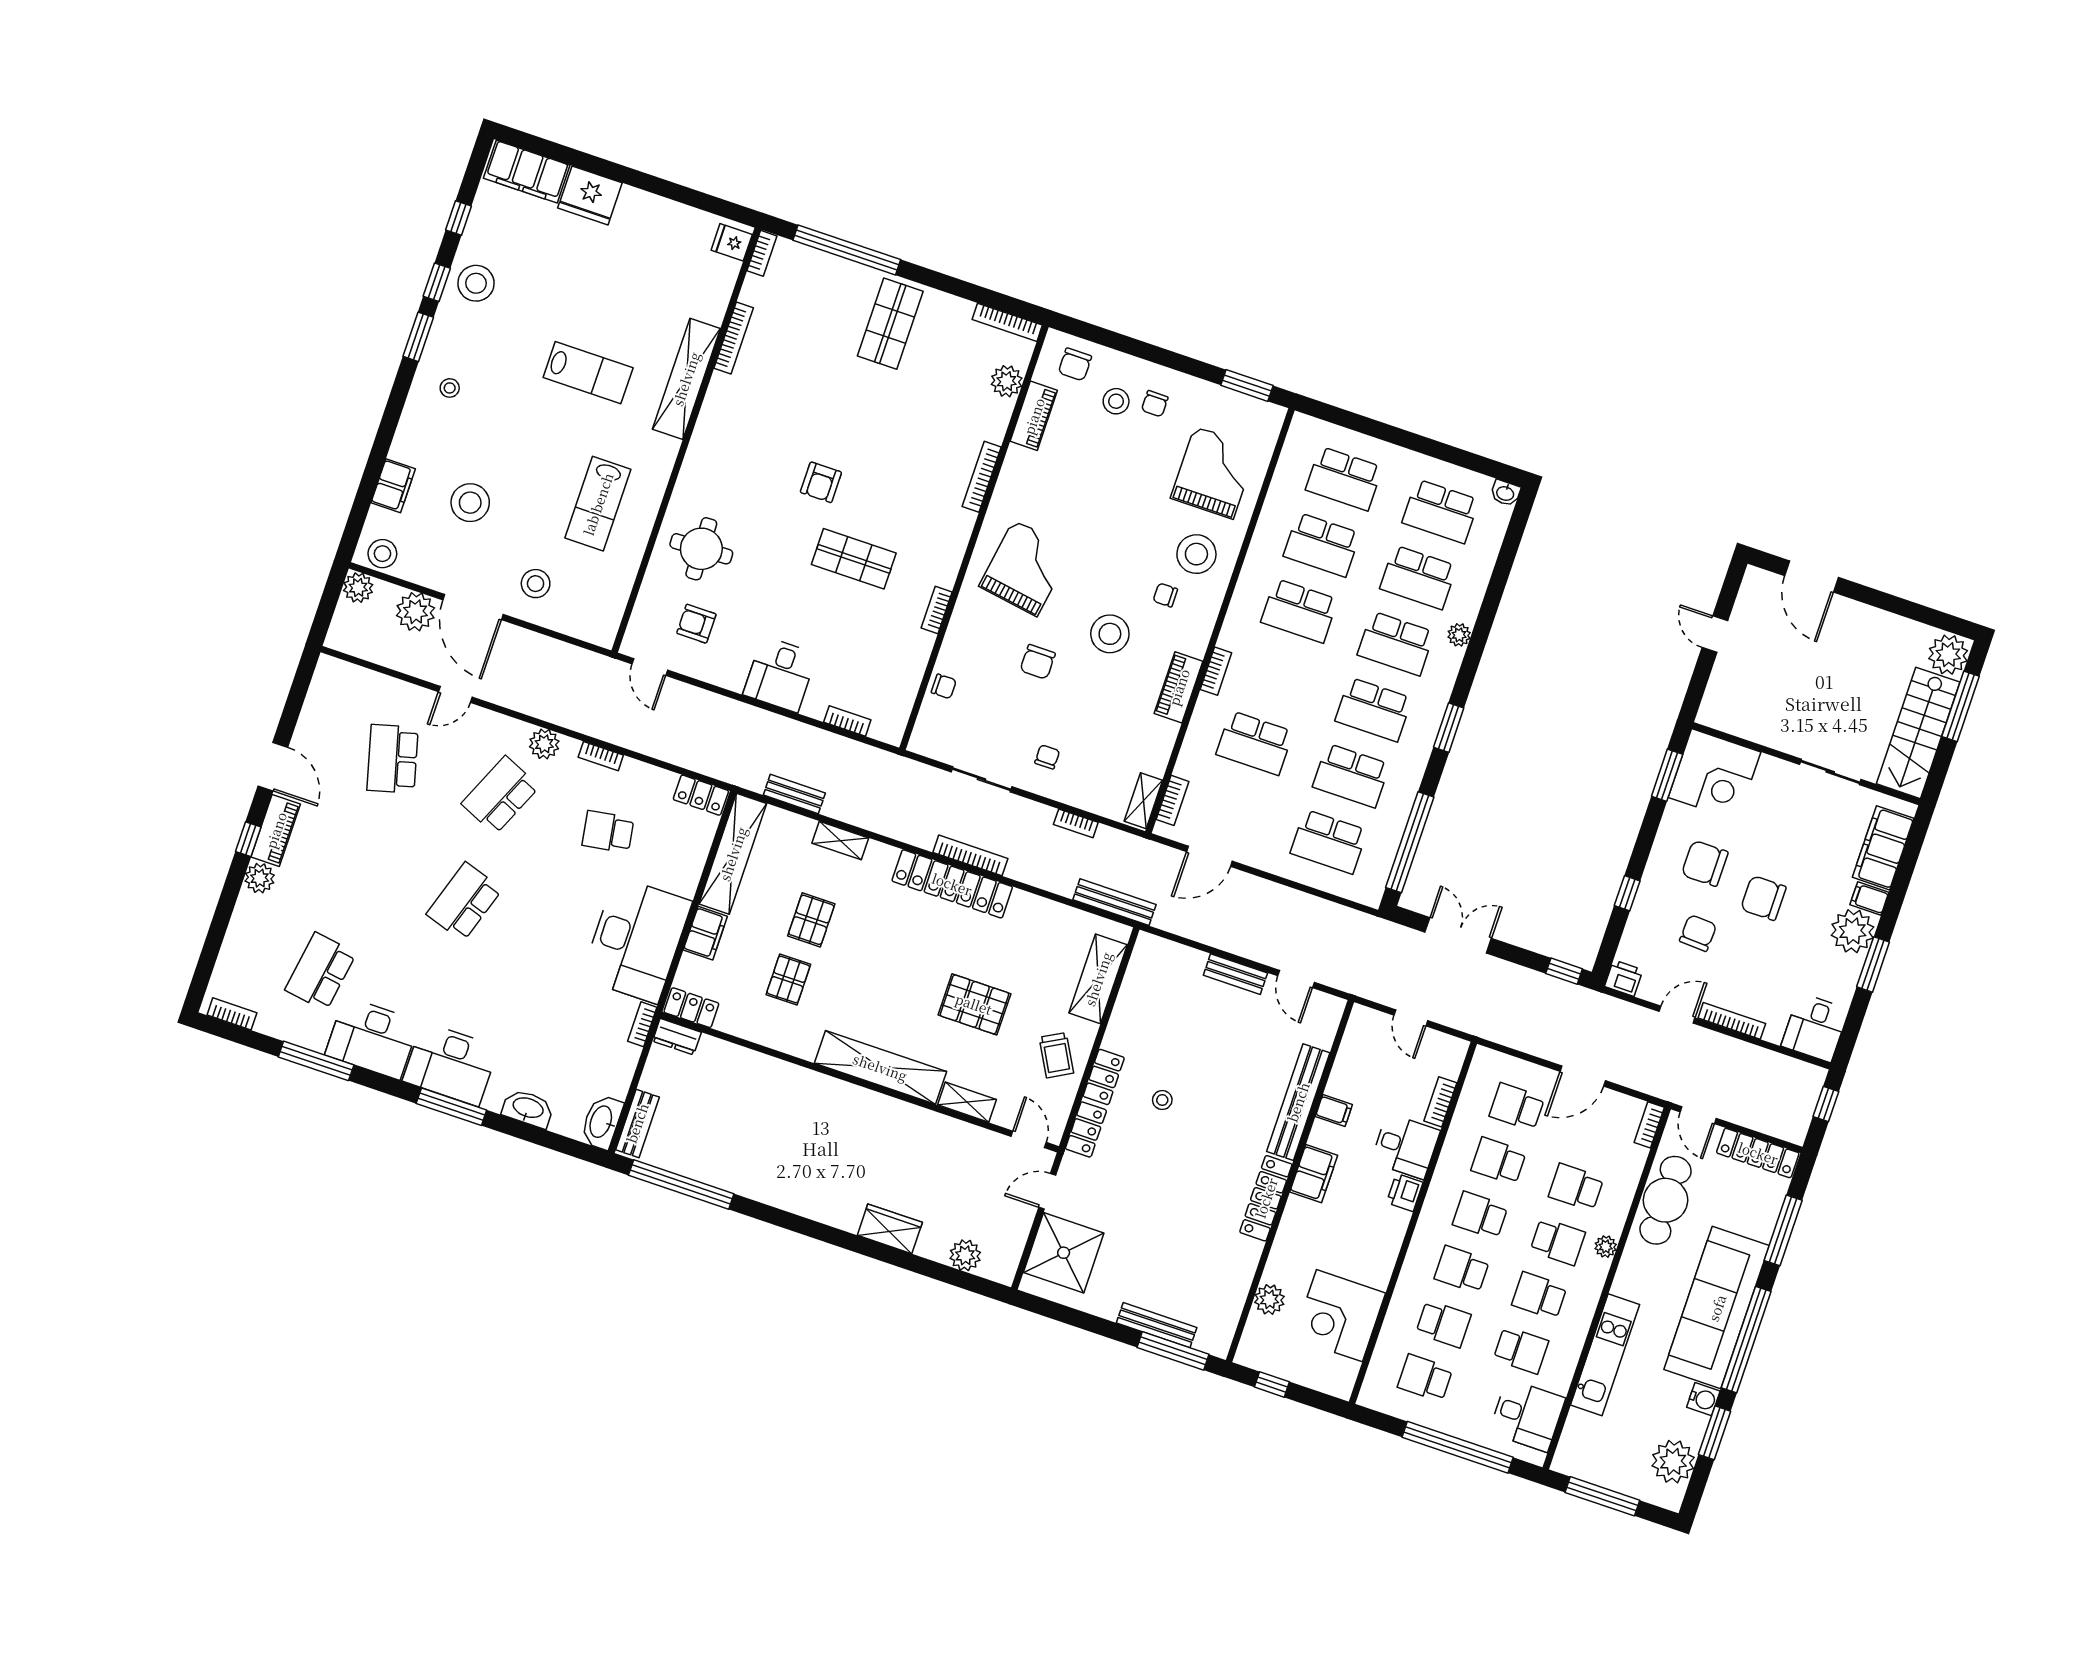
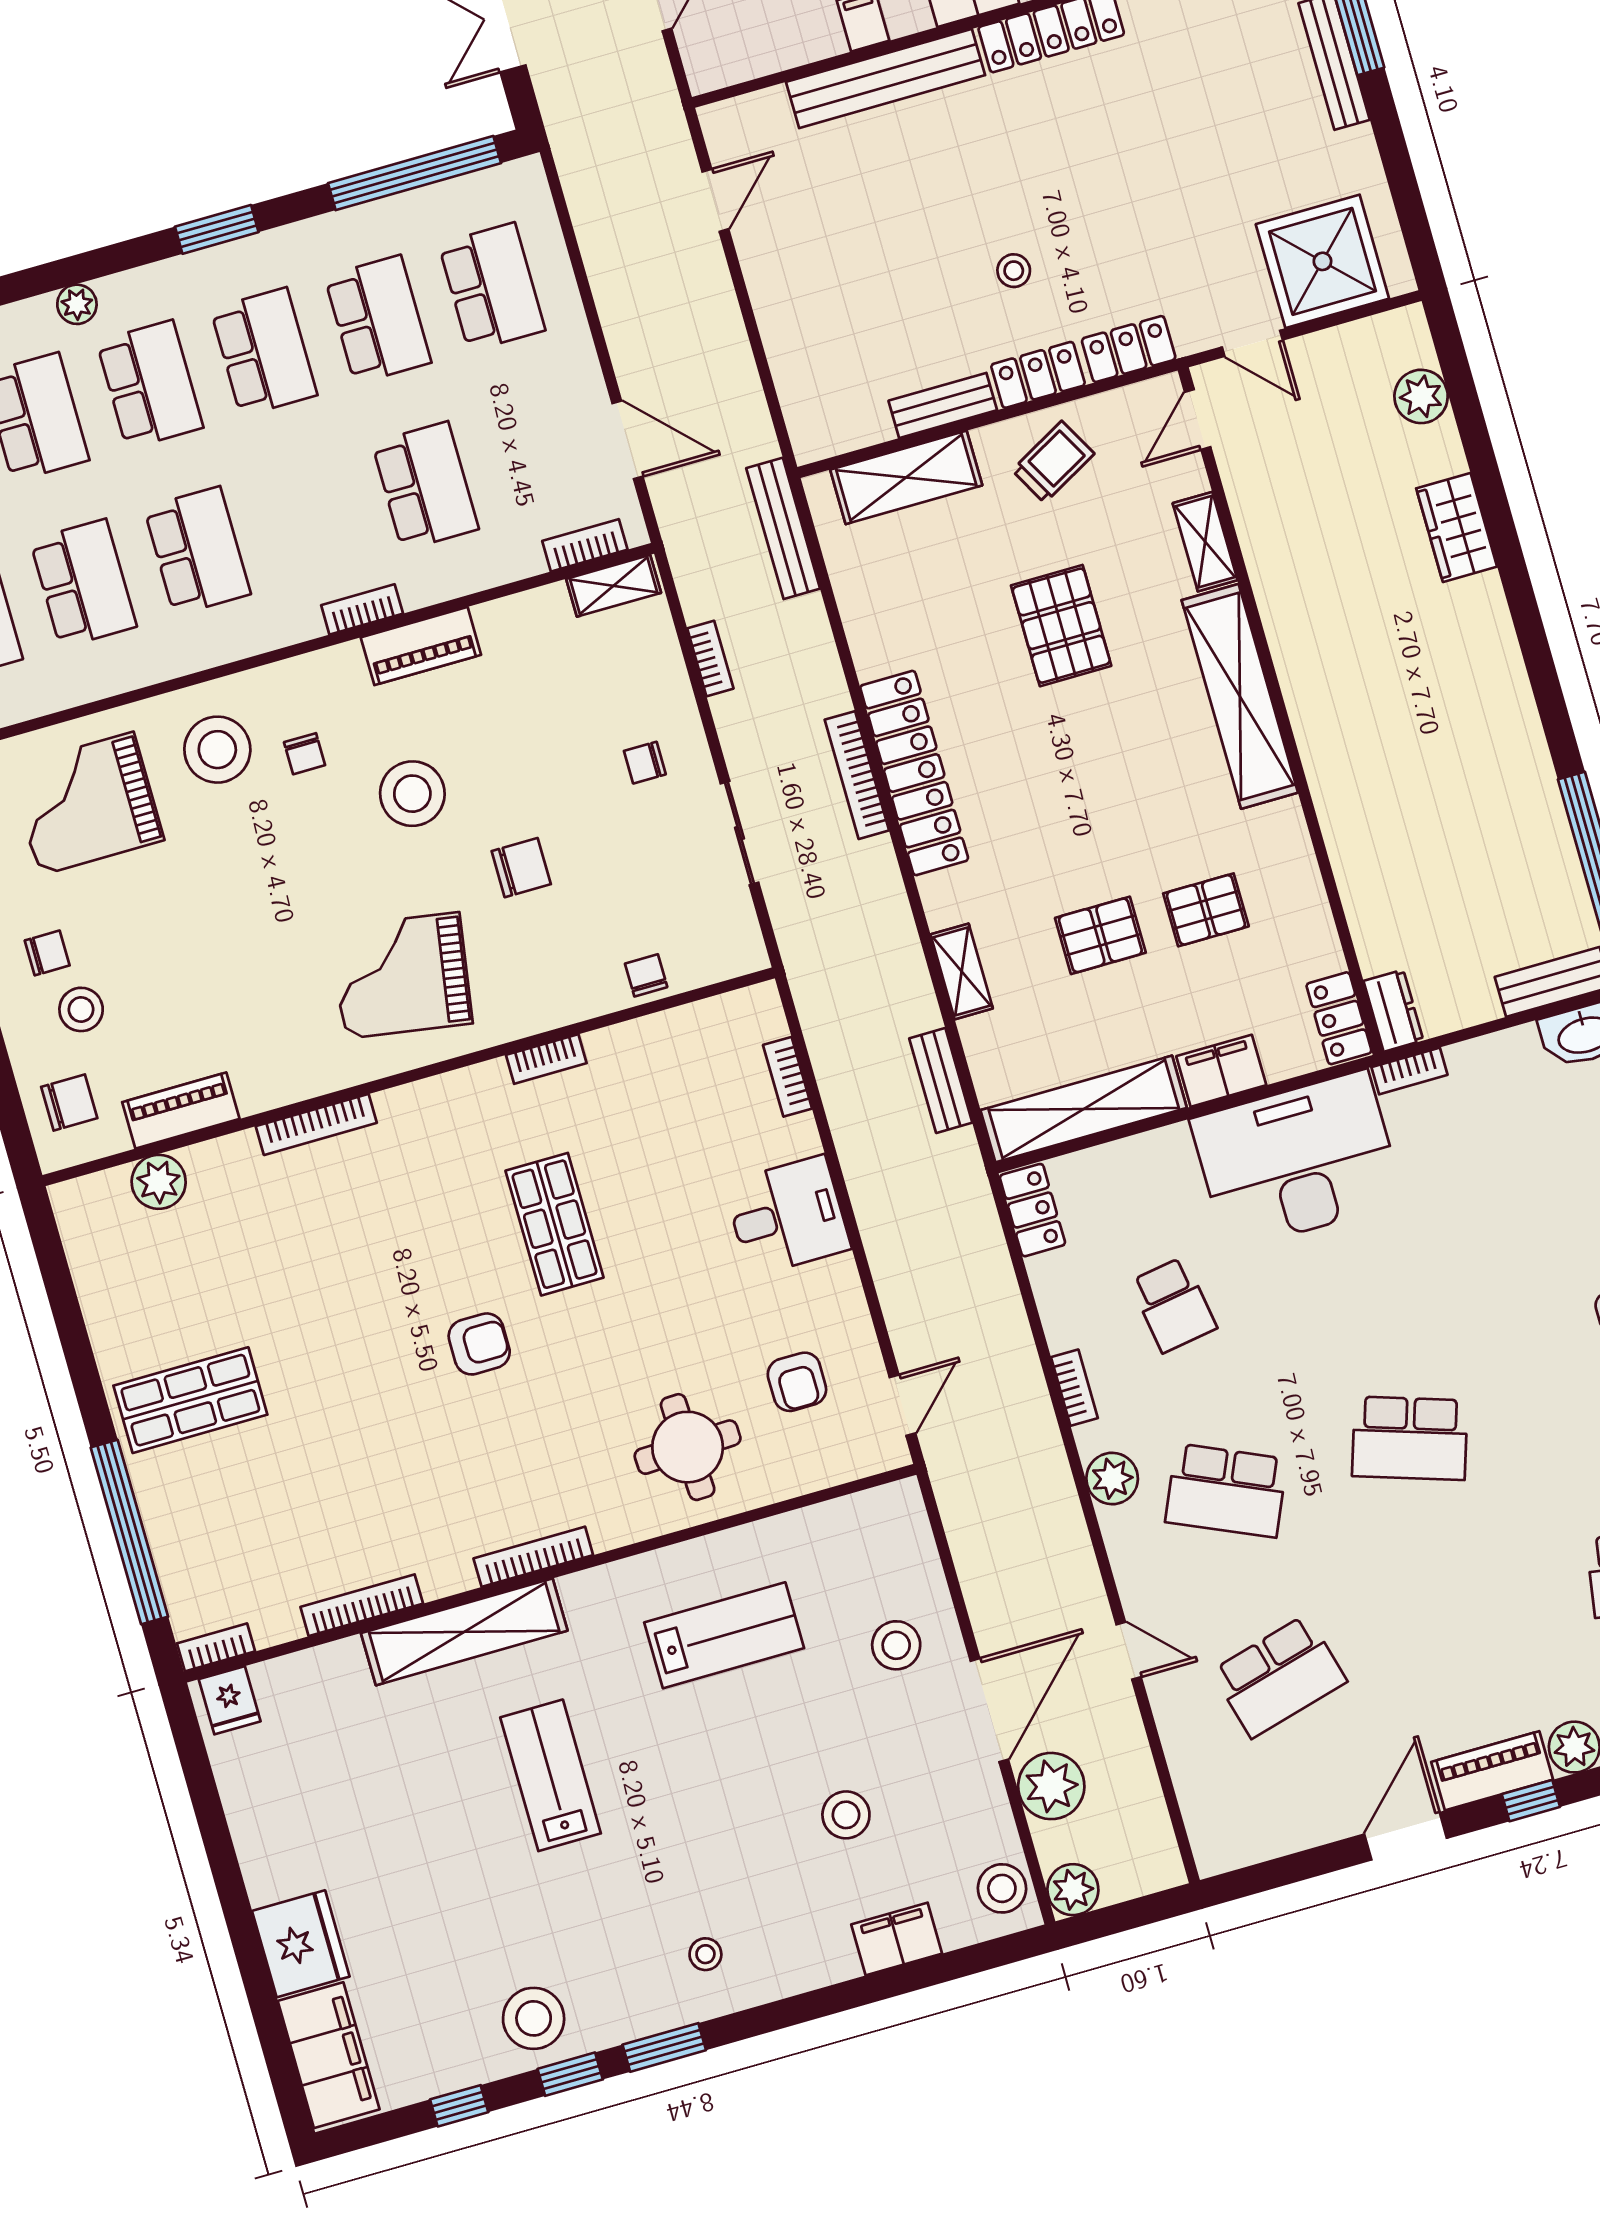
bookcase: (1007, 322) -> (533, 1557), moved, turned -90
stool: (470, 503) -> (846, 1815), width x0.73, depth x0.73
bench: (1235, 974) -> (943, 405), moved, turned 90

